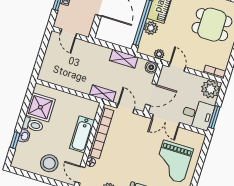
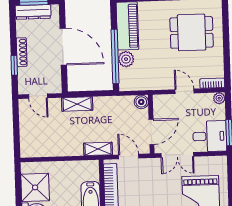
plant: (159, 54) -> (145, 85), removed
shelving: (124, 59) -> (77, 104), moved
door: (177, 67) -> (184, 91), moved
plant: (211, 89) -> (219, 98), width x0.53, depth x0.53

